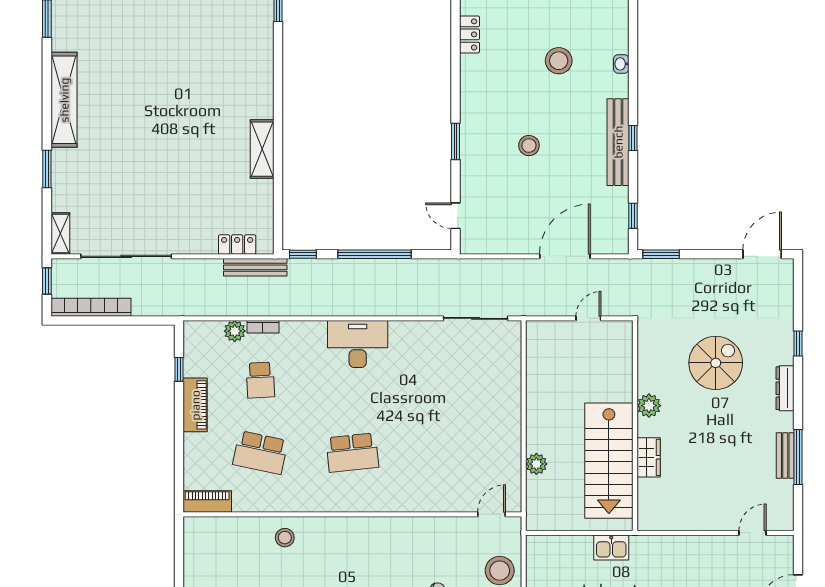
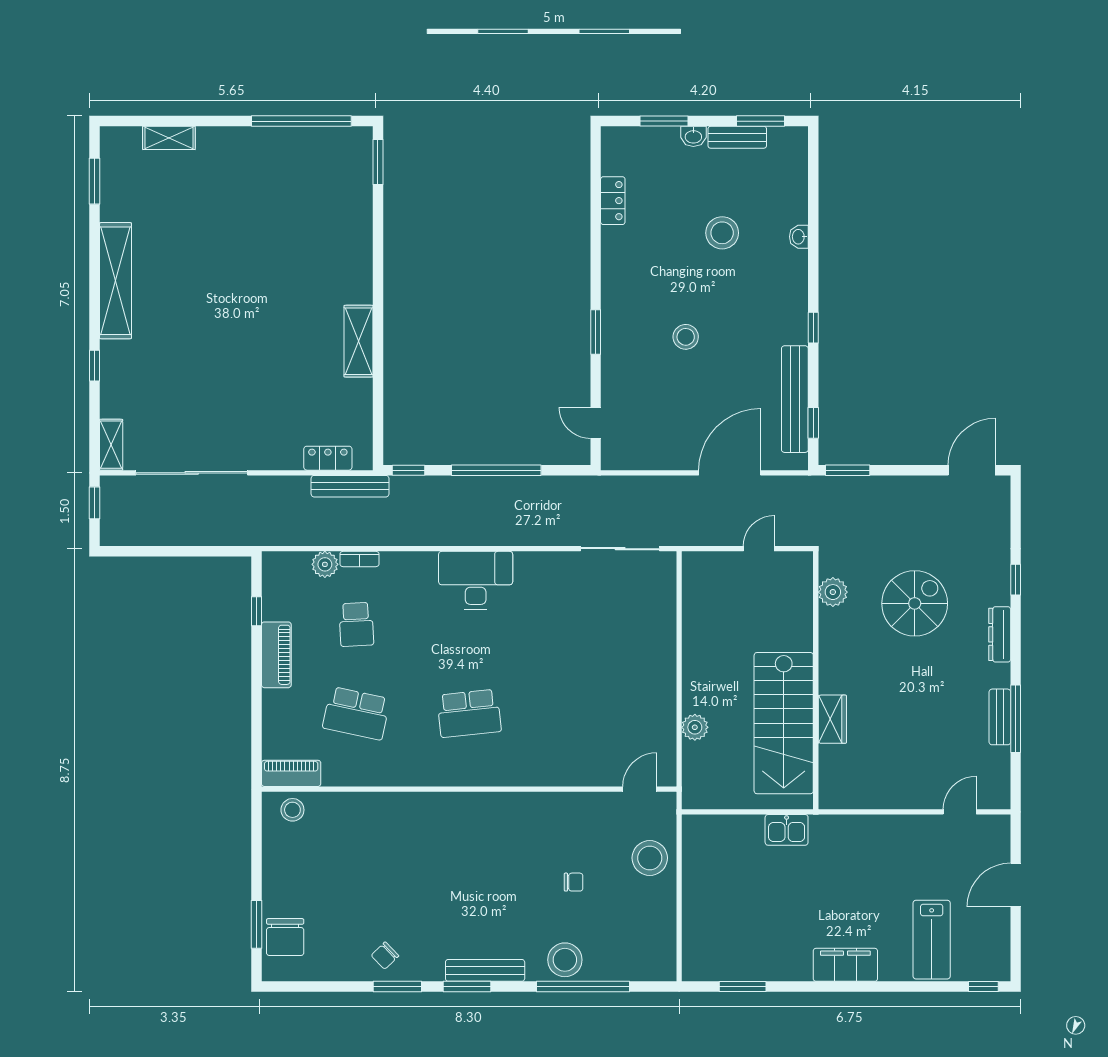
bench: (618, 142) -> (795, 399), moved
window: (47, 169) -> (95, 366), width x0.67
bookcase: (91, 307) -> (149, 535), removed
plant: (649, 406) -> (833, 592), moved
stool: (285, 538) -> (292, 810), moved

